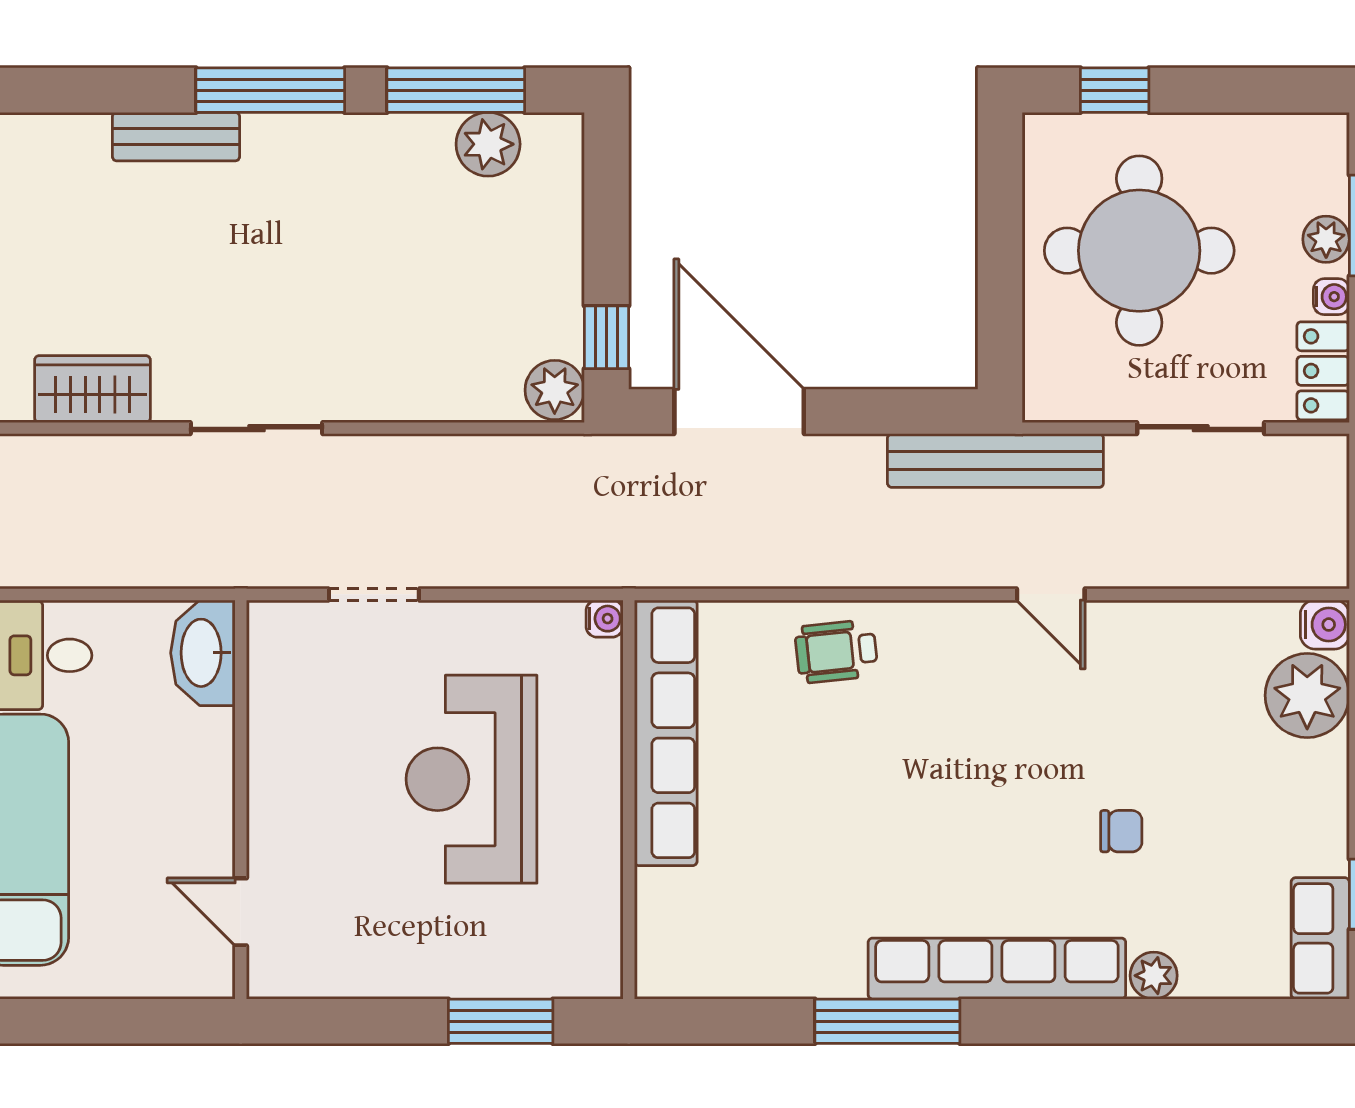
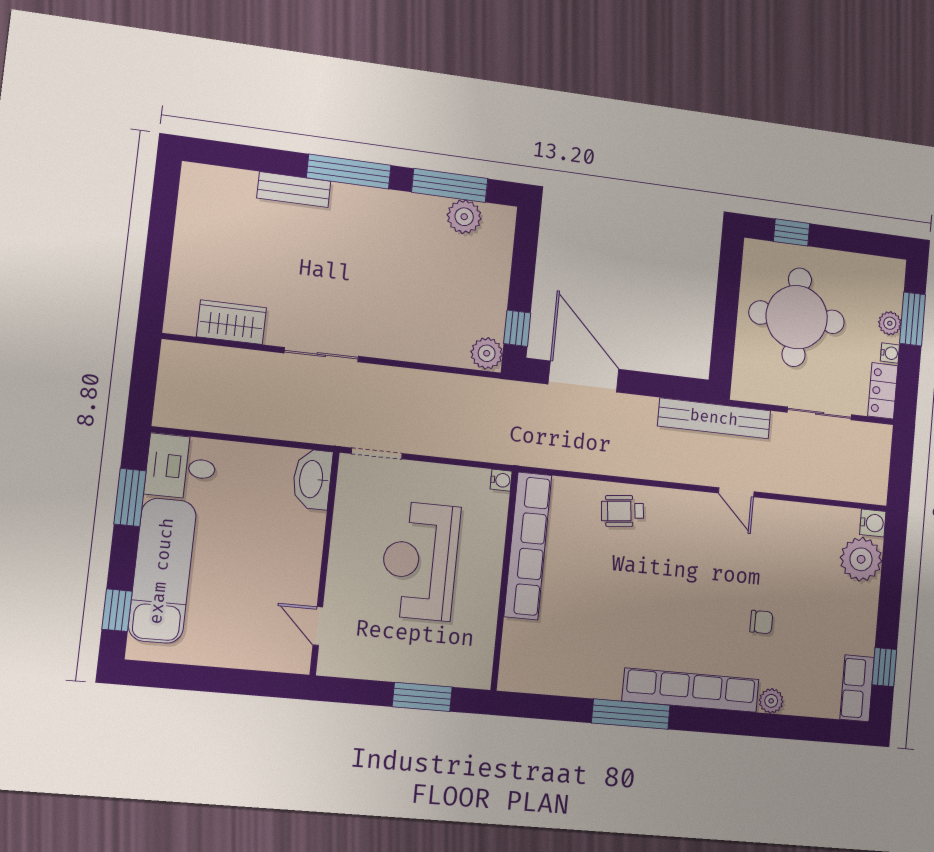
washbasin: (203, 653) -> (312, 479), moved
wall: (241, 800) -> (325, 563), moved
door: (241, 912) -> (318, 626), moved

